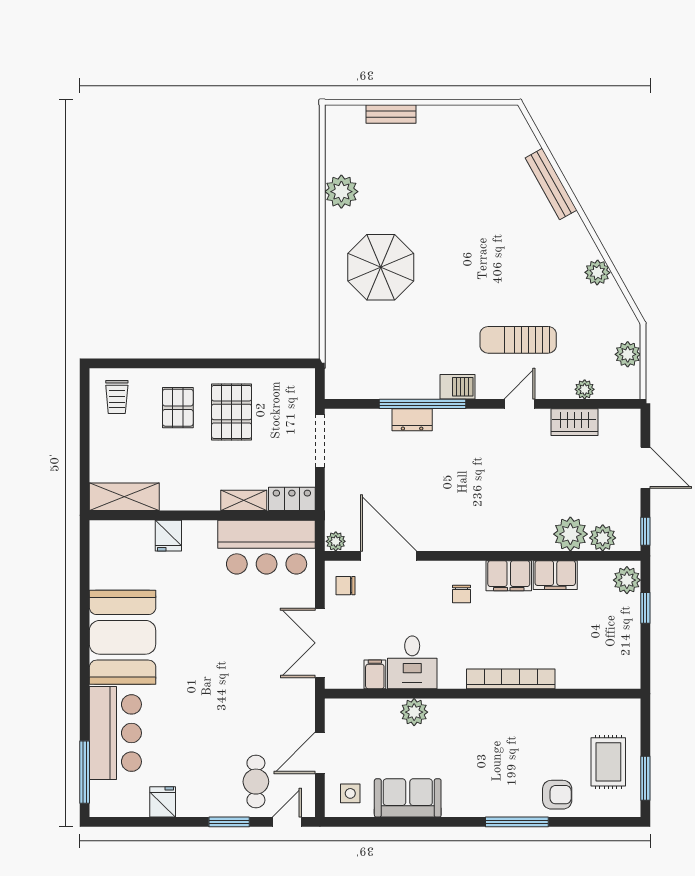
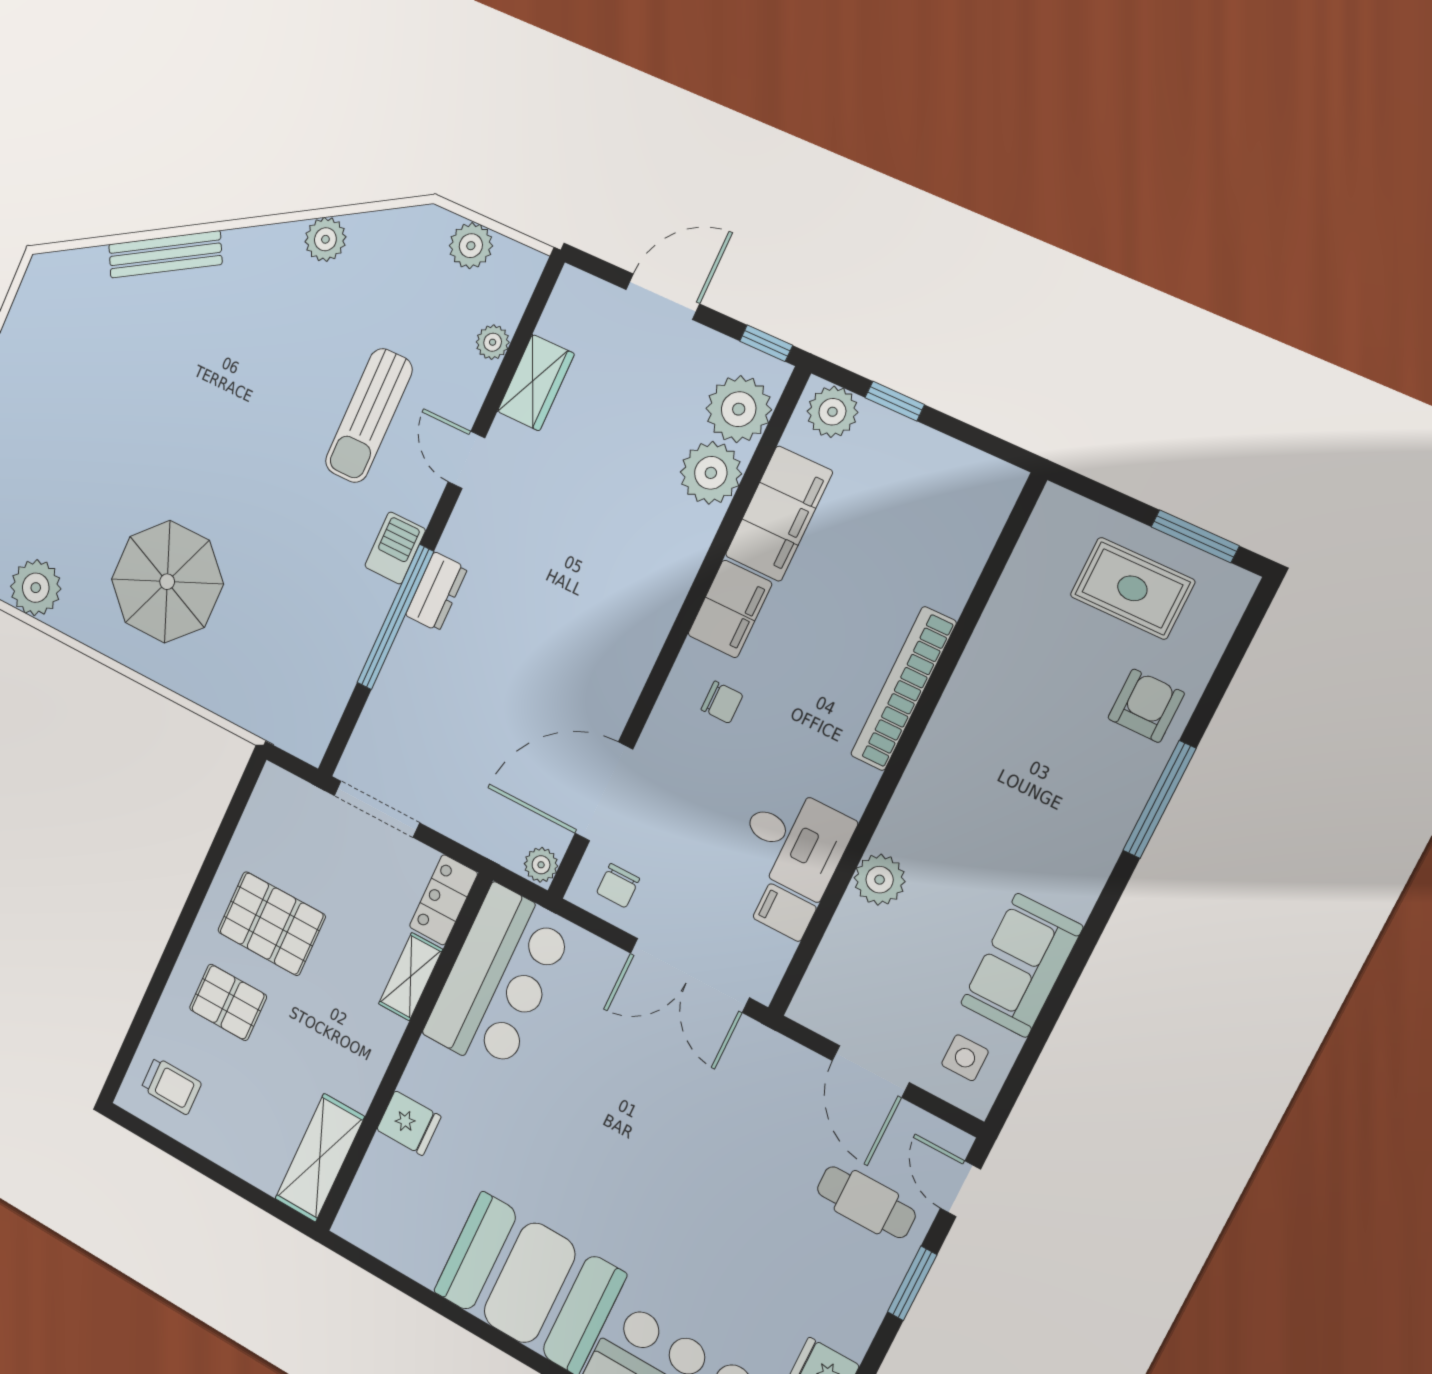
dresser: (412, 420) -> (436, 592), moved
plant: (603, 538) -> (739, 409), width x1.36, depth x1.36
filing cabinet: (555, 575) -> (779, 514), width x1.50, depth x1.17

